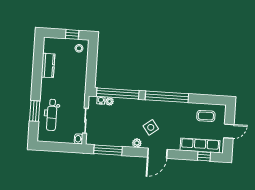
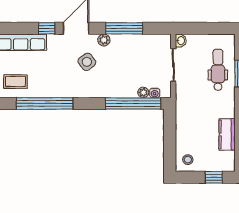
window: (72, 34) -> (214, 177), moved
window: (167, 97) -> (45, 103), moved
window: (108, 150) -> (124, 28), moved
window: (204, 156) -> (47, 28), moved

